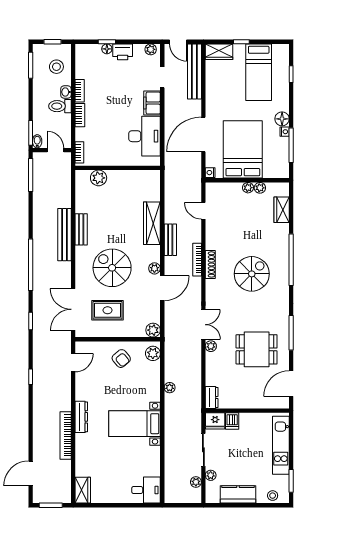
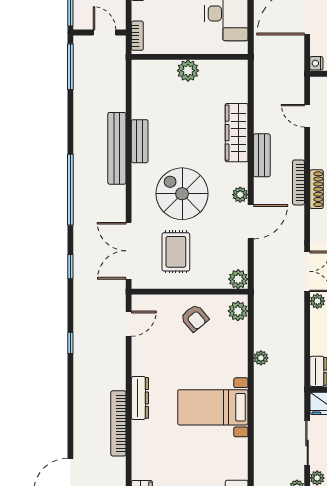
bidet: (37, 141) -> (79, 20), removed
plant: (99, 178) -> (188, 71), moved
rug: (108, 310) -> (176, 252), turned 90

